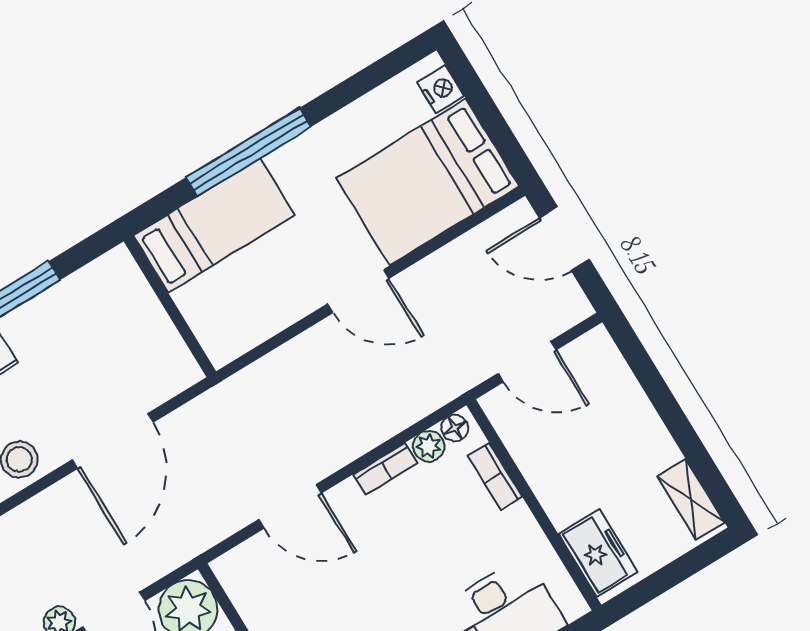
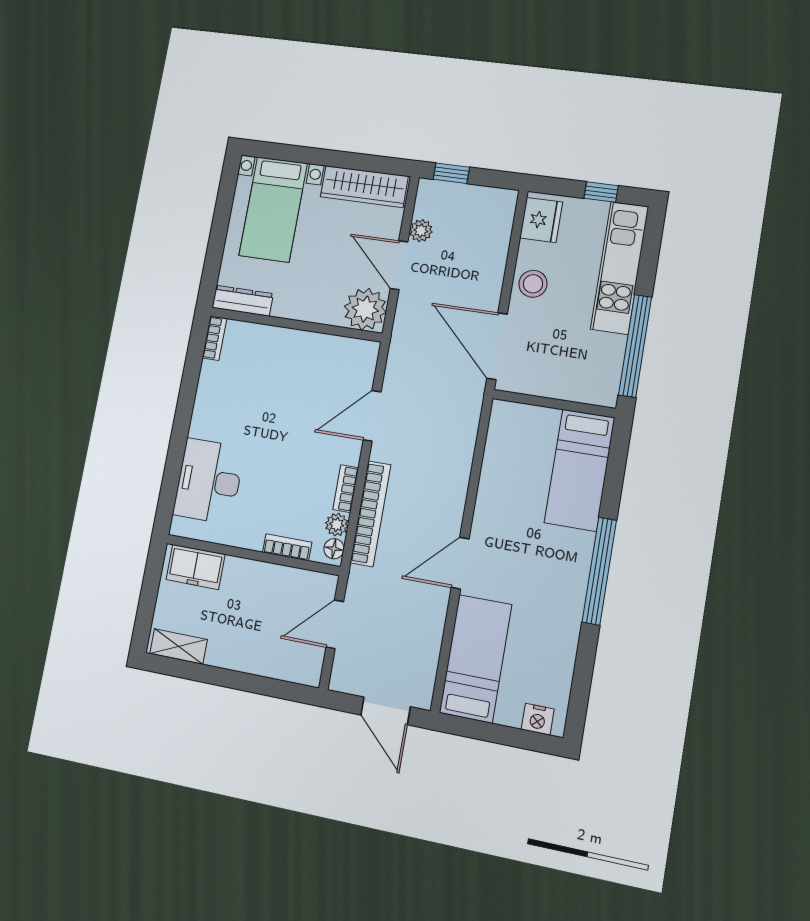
bed: (428, 182) -> (476, 659), width x0.67
bed: (214, 225) -> (580, 470), moved
door: (565, 239) -> (386, 711), swing flipped
wall: (170, 306) -> (554, 403), moved
bookcase: (388, 422) -> (371, 514), added

